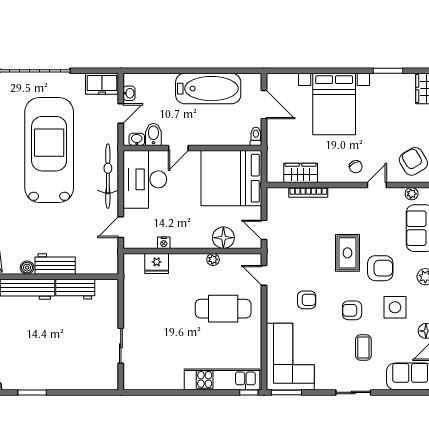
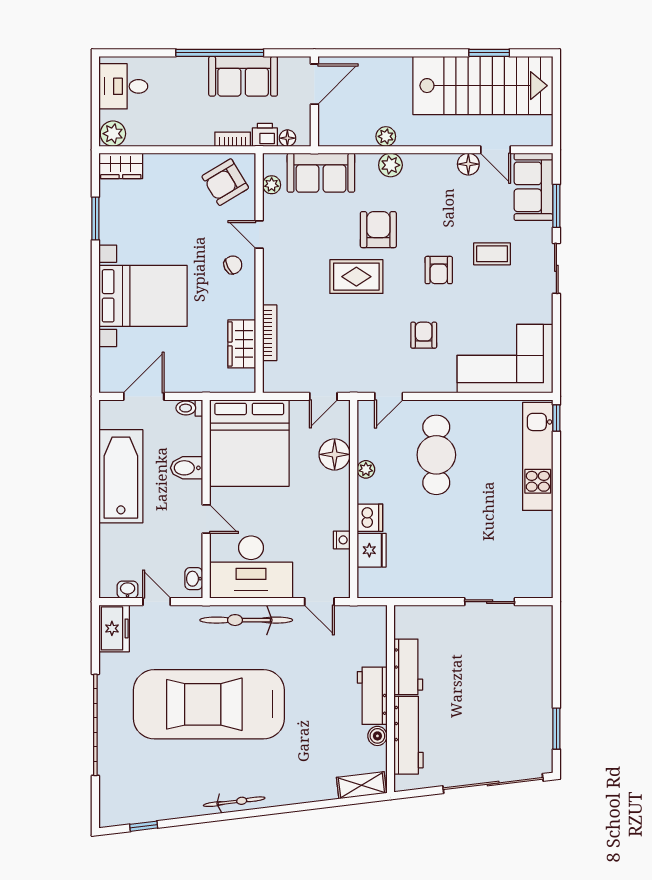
bidet: (153, 134) -> (187, 468), moved
dishwasher: (179, 262) -> (370, 518), added
side table: (395, 307) -> (434, 209), removed
window: (286, 392) -> (556, 206), moved

